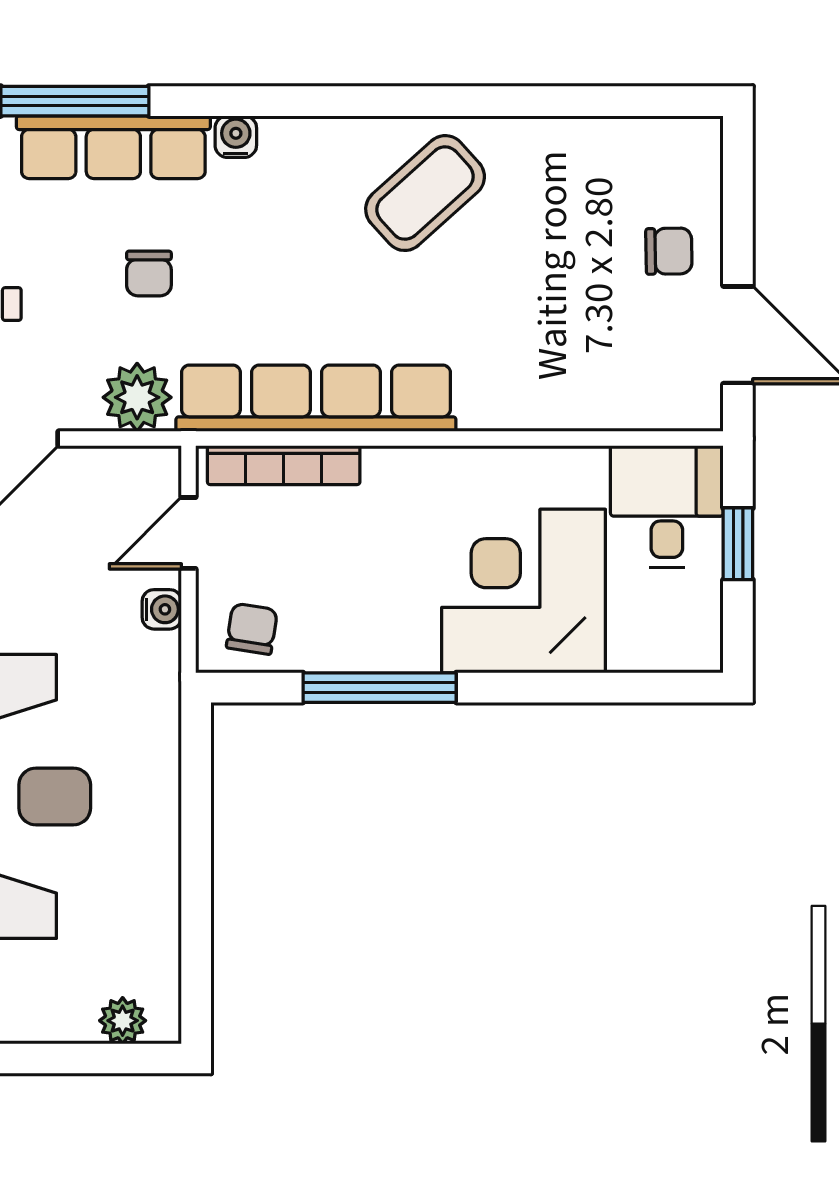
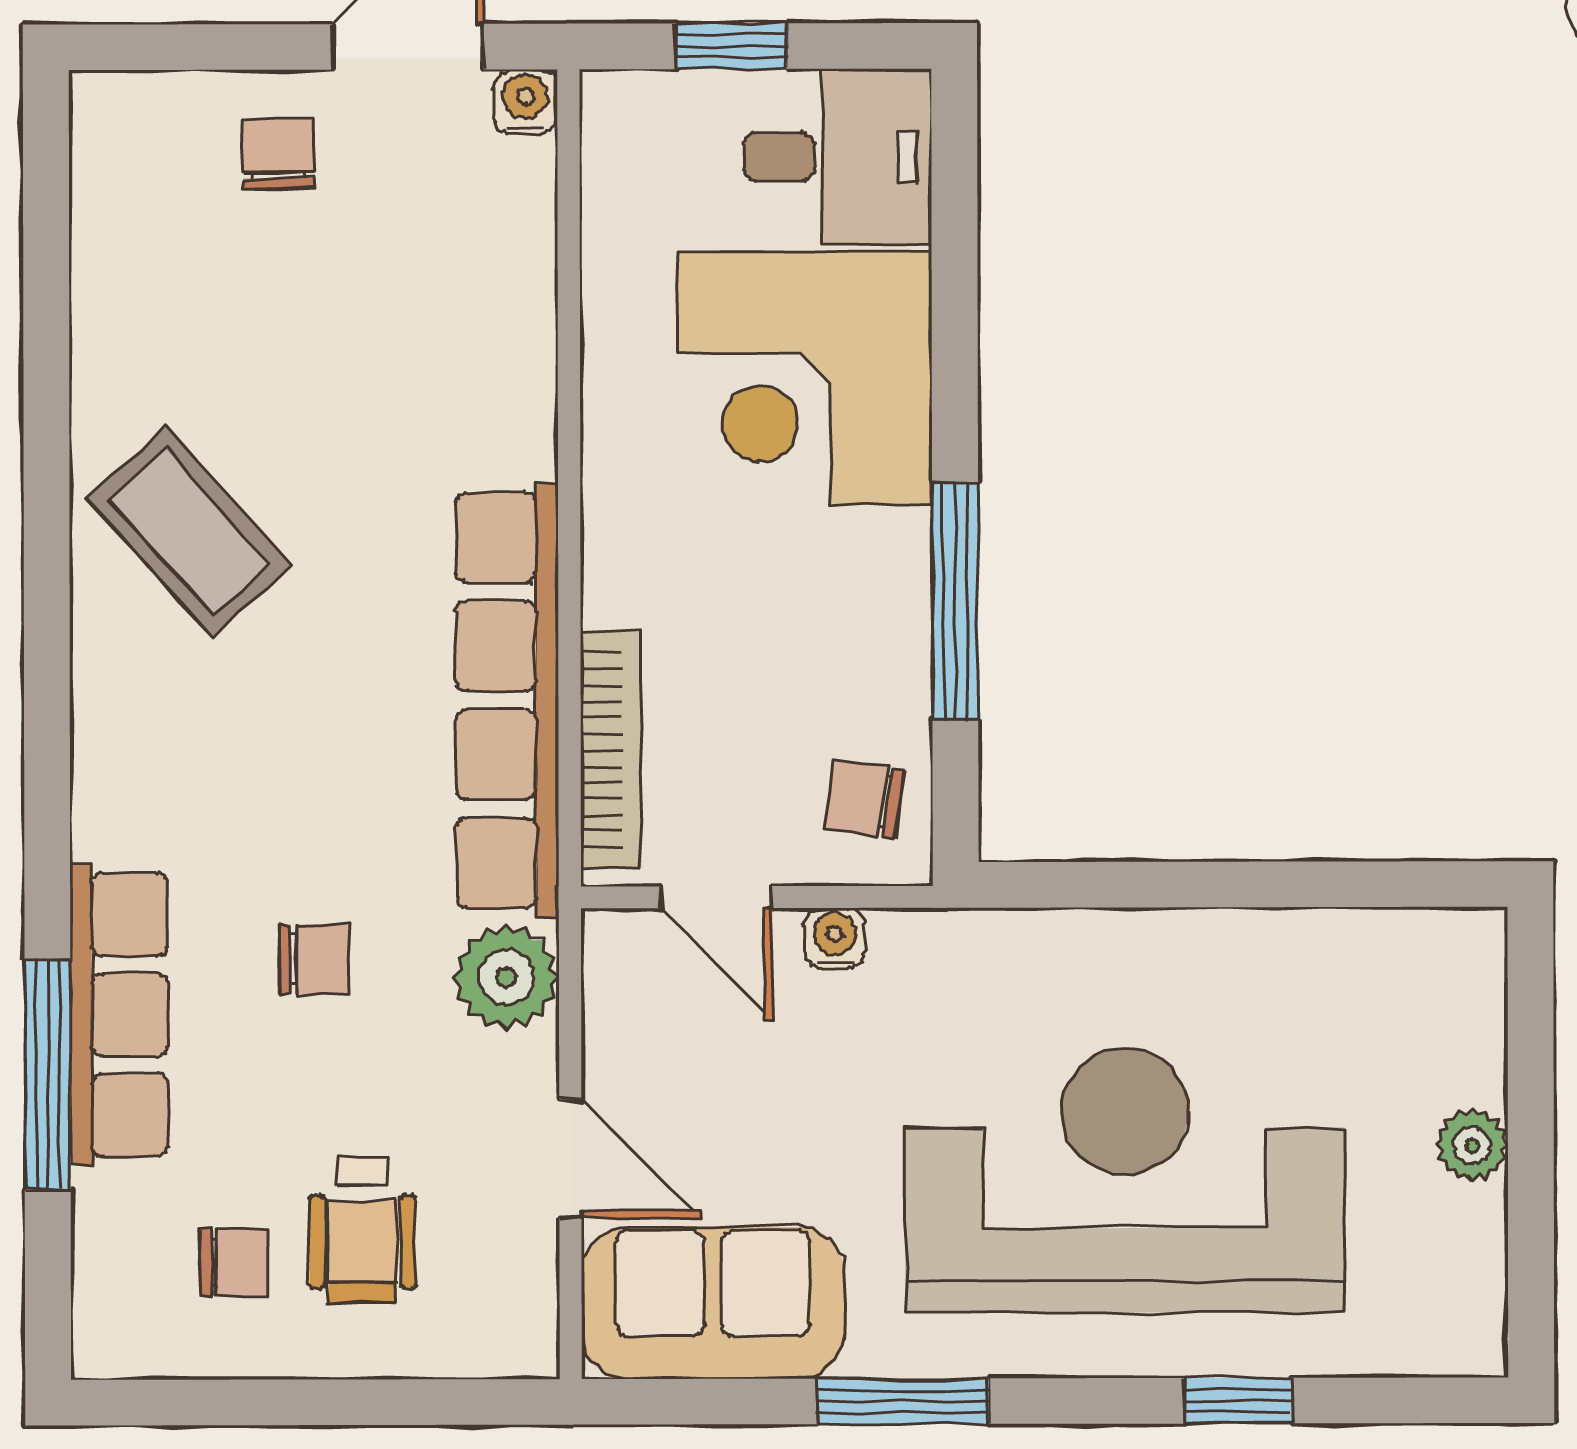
water cooler: (236, 137) -> (525, 102), moved, turned 90
desk: (667, 506) -> (837, 157), moved, turned 180
plant: (123, 1021) -> (1472, 1146), moved

